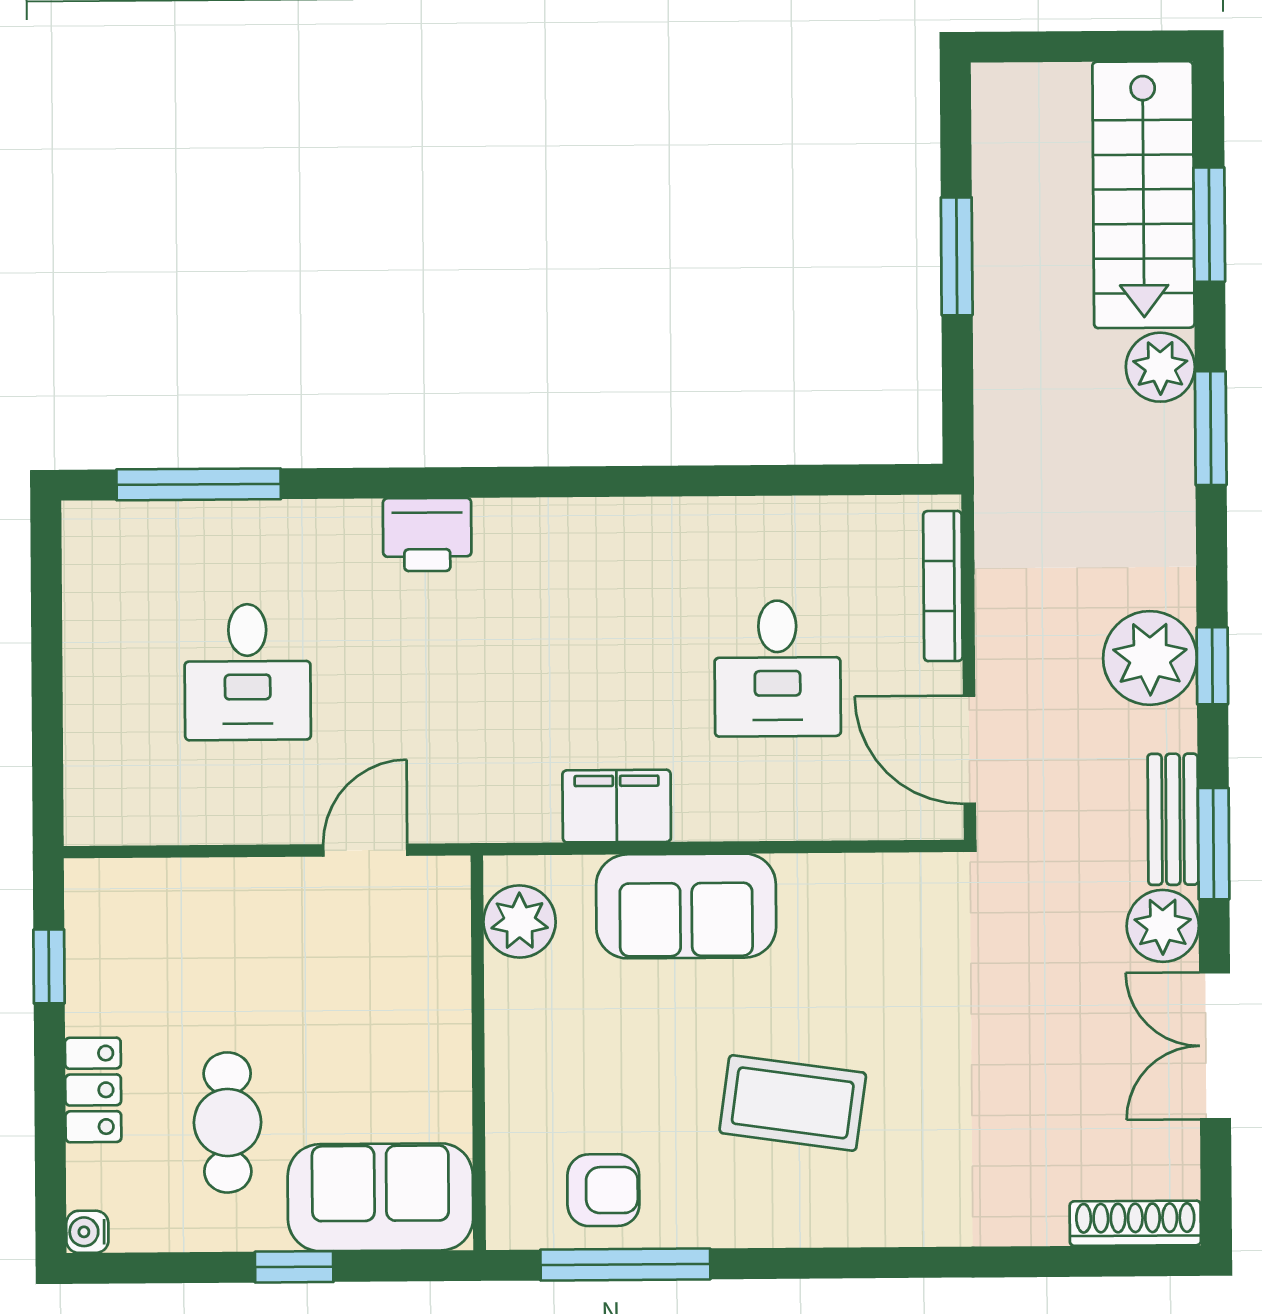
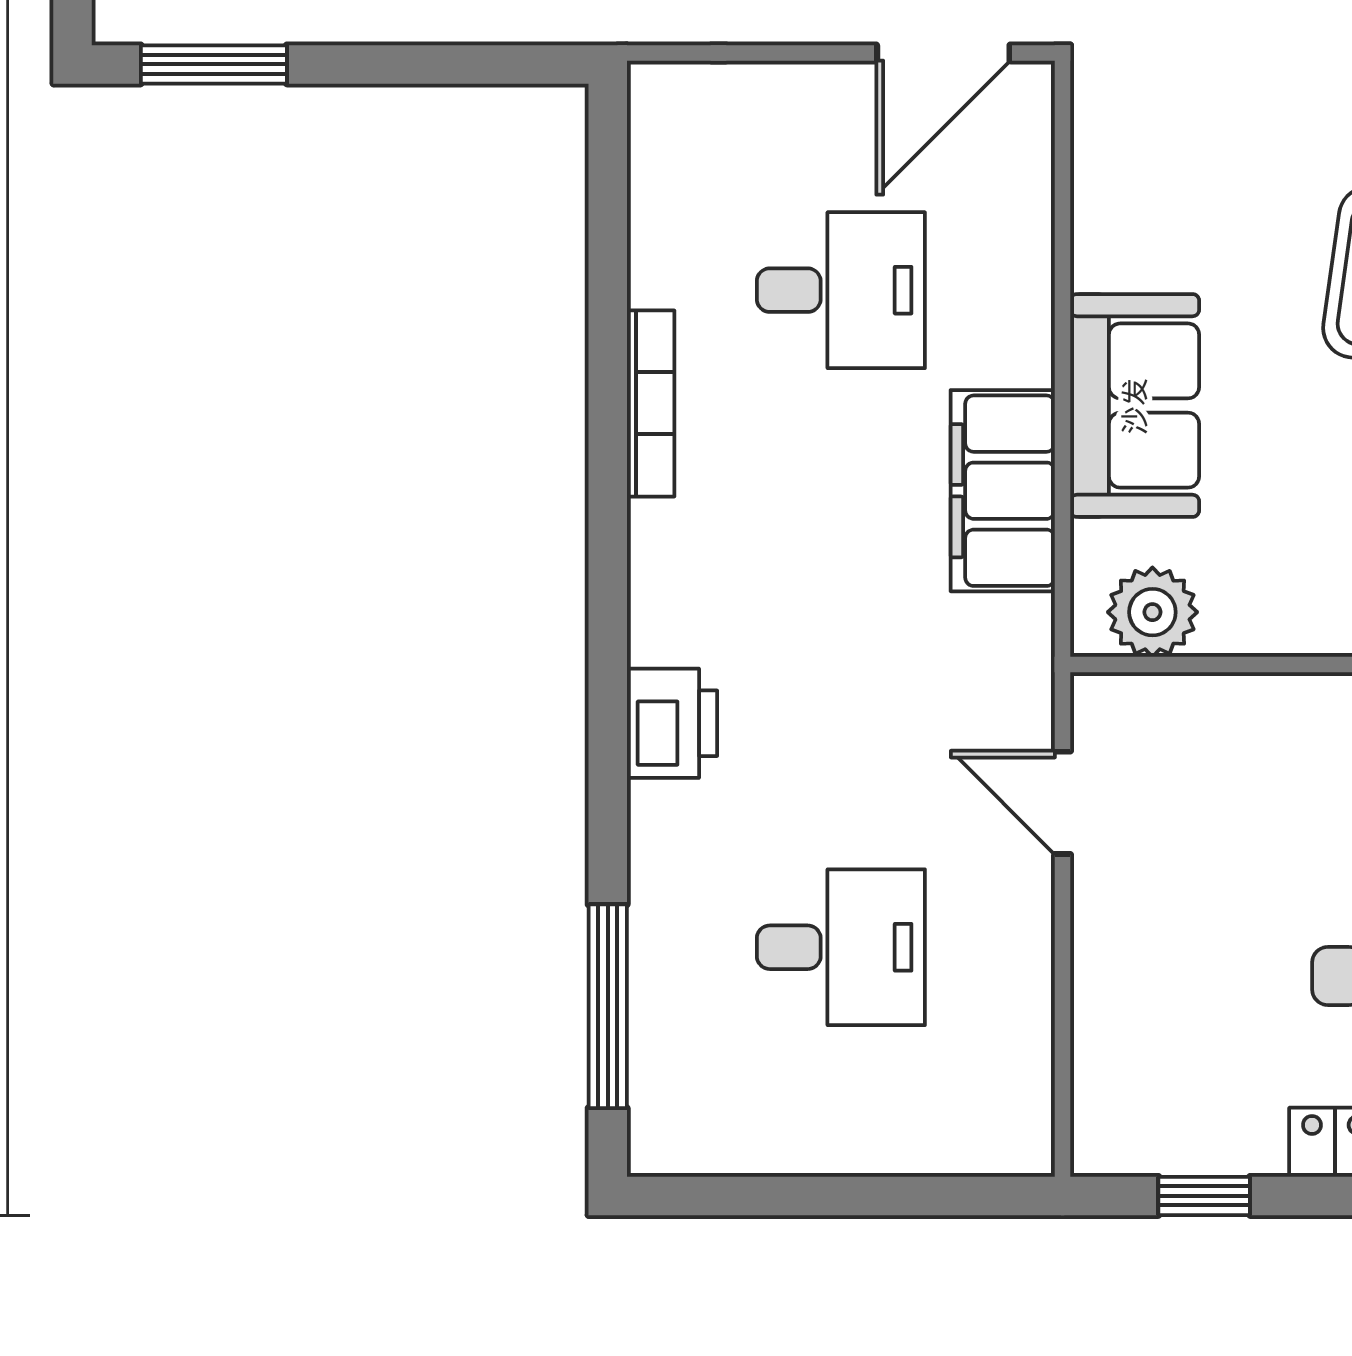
window: (957, 256) -> (214, 64), moved
bookcase: (943, 586) -> (651, 403), moved, turned -90
filing cabinet: (617, 806) -> (1003, 491), width x1.50, depth x1.17

